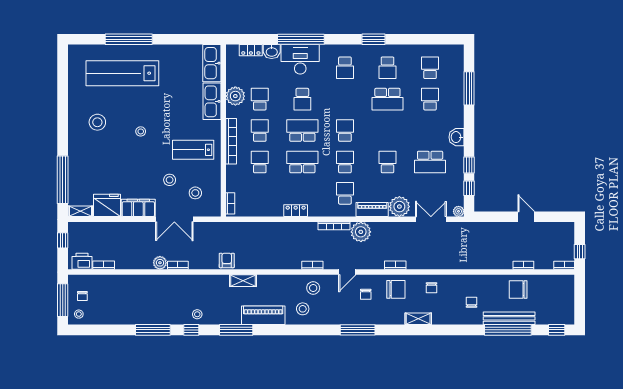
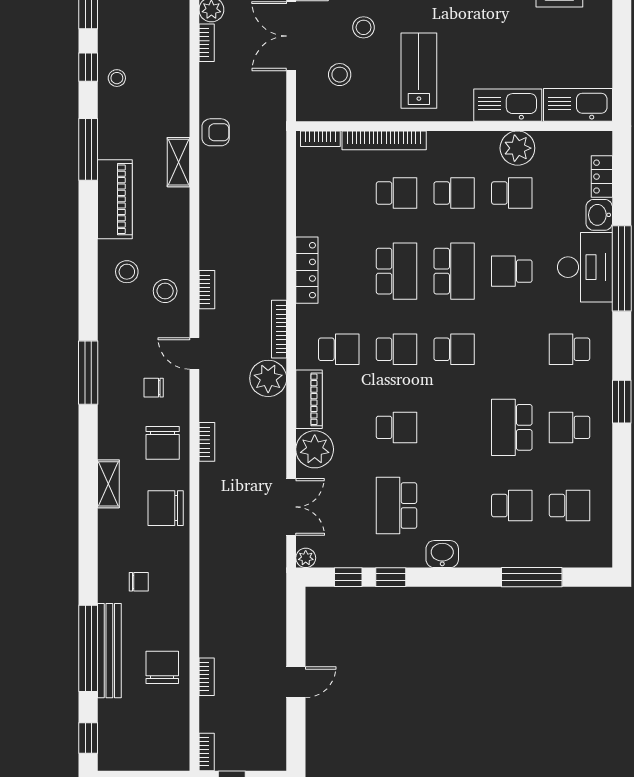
bookcase: (231, 141) -> (384, 140), moved
locker: (296, 211) -> (307, 270), width x1.53
chair: (431, 288) -> (166, 508), width x1.87, depth x1.87

